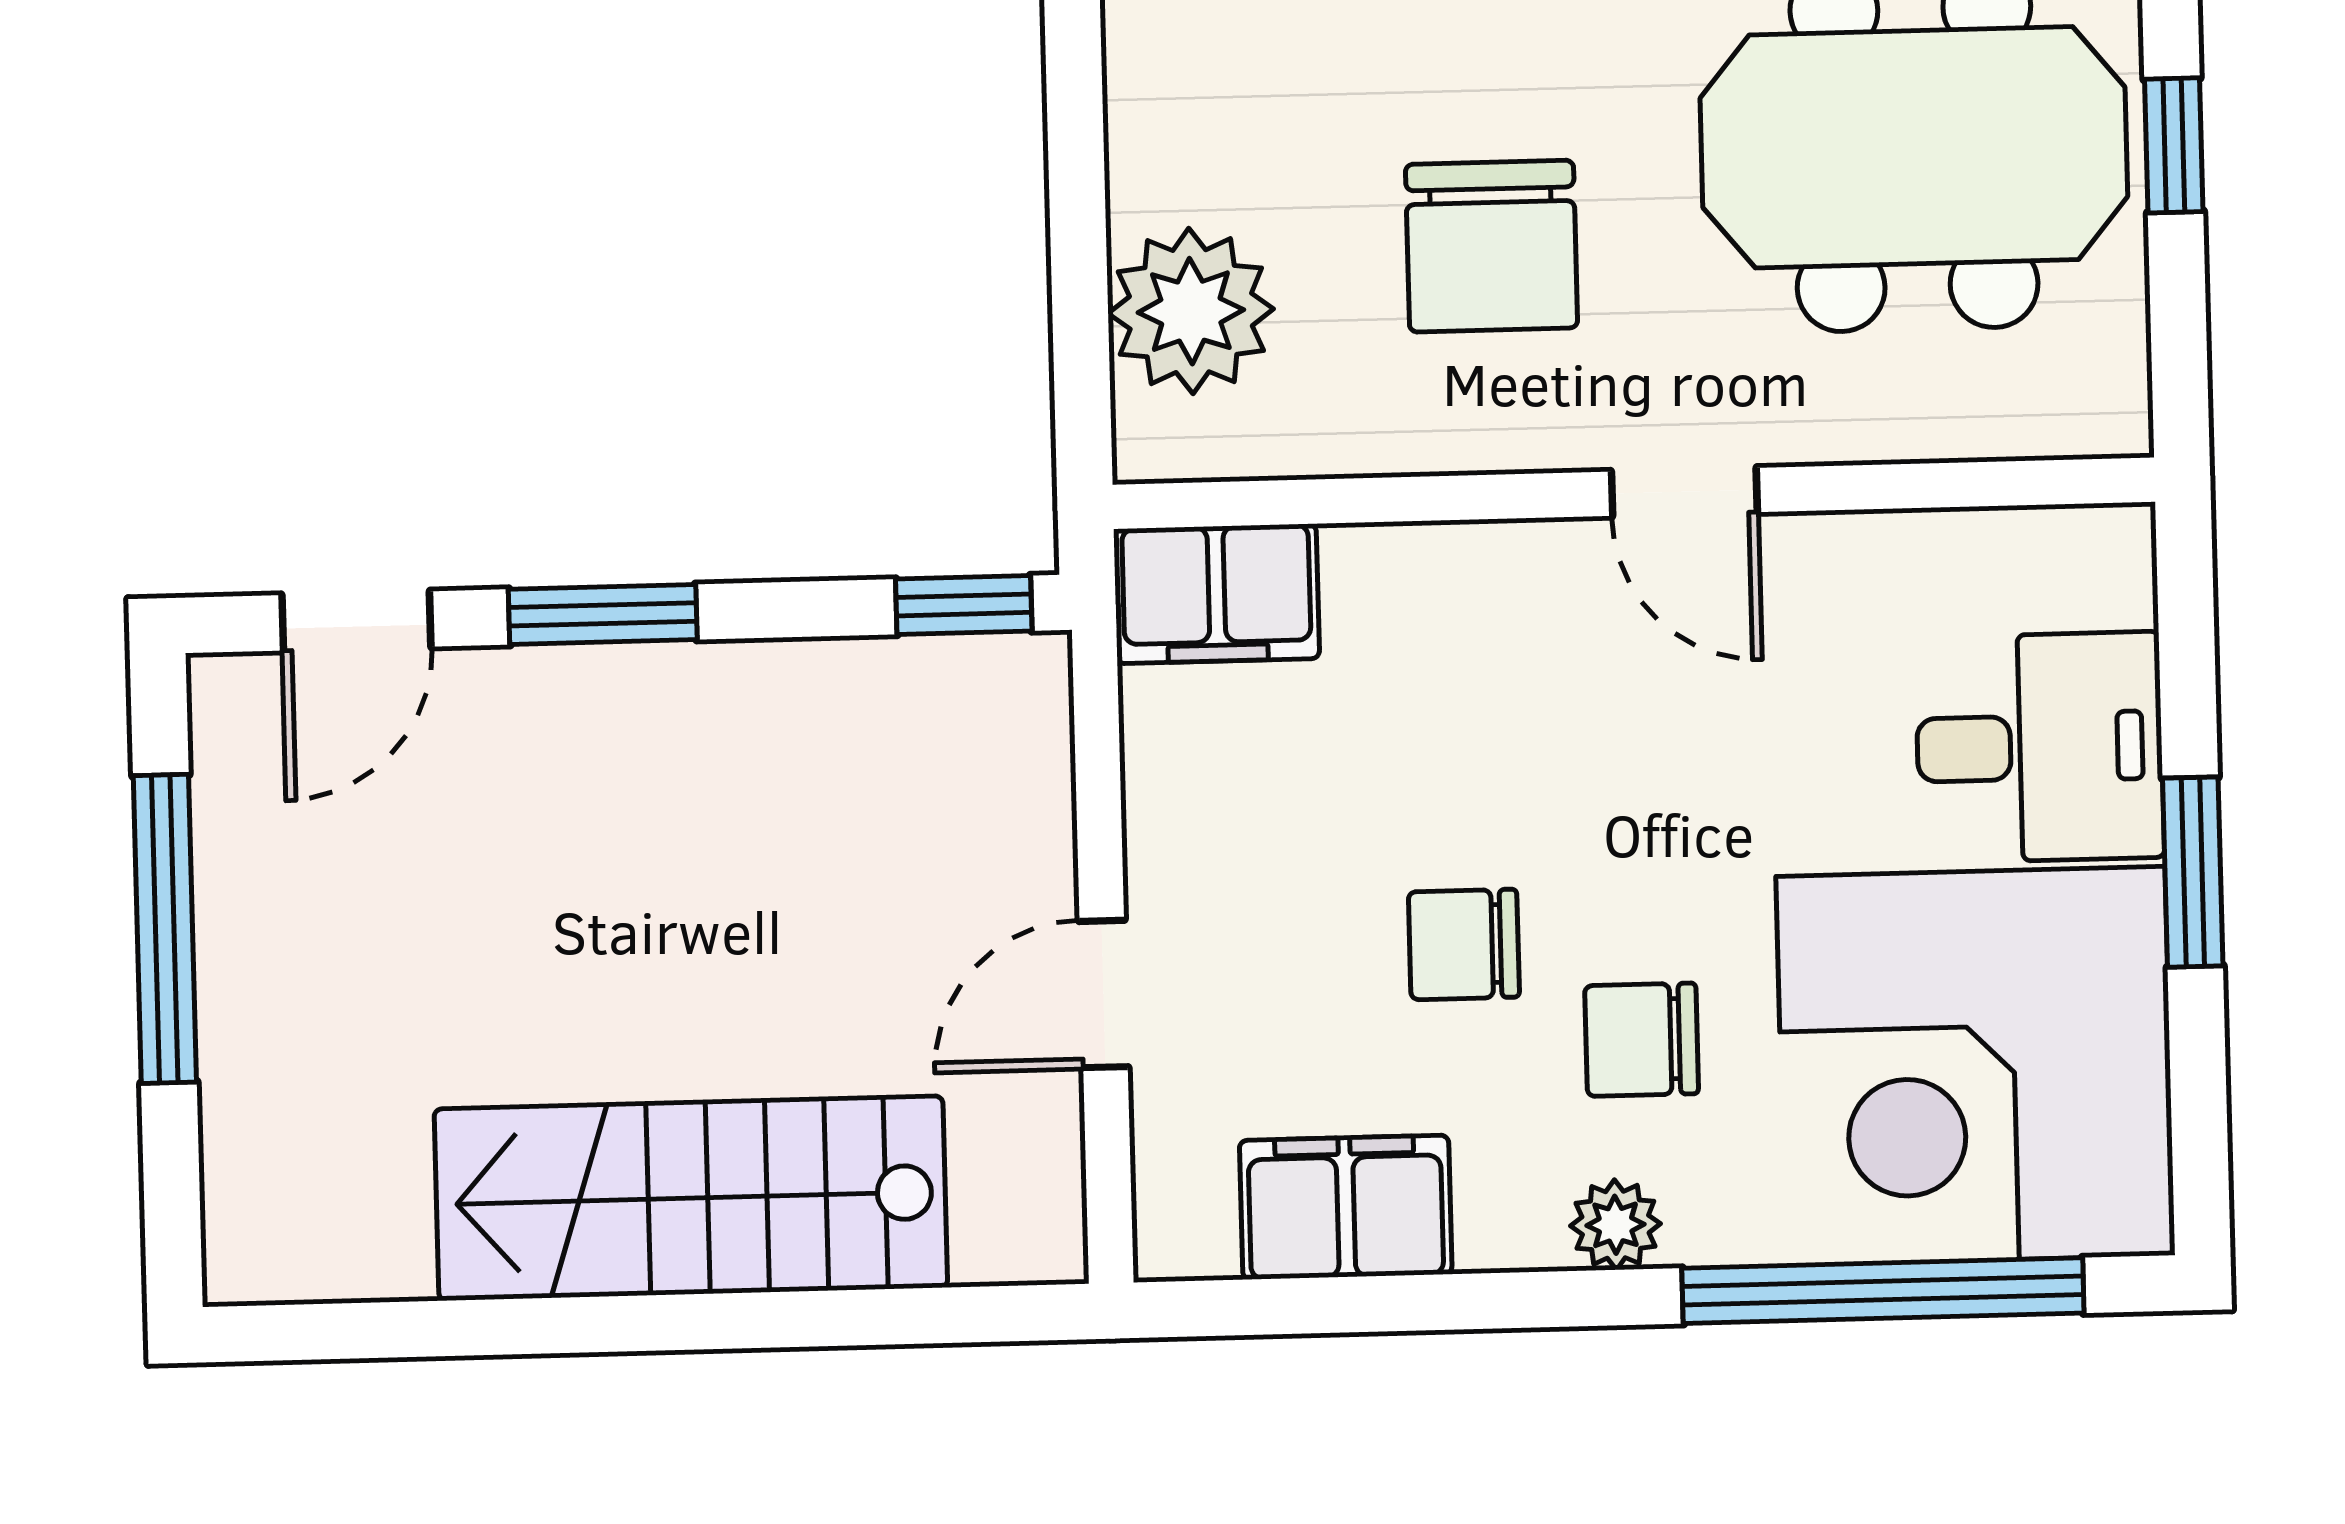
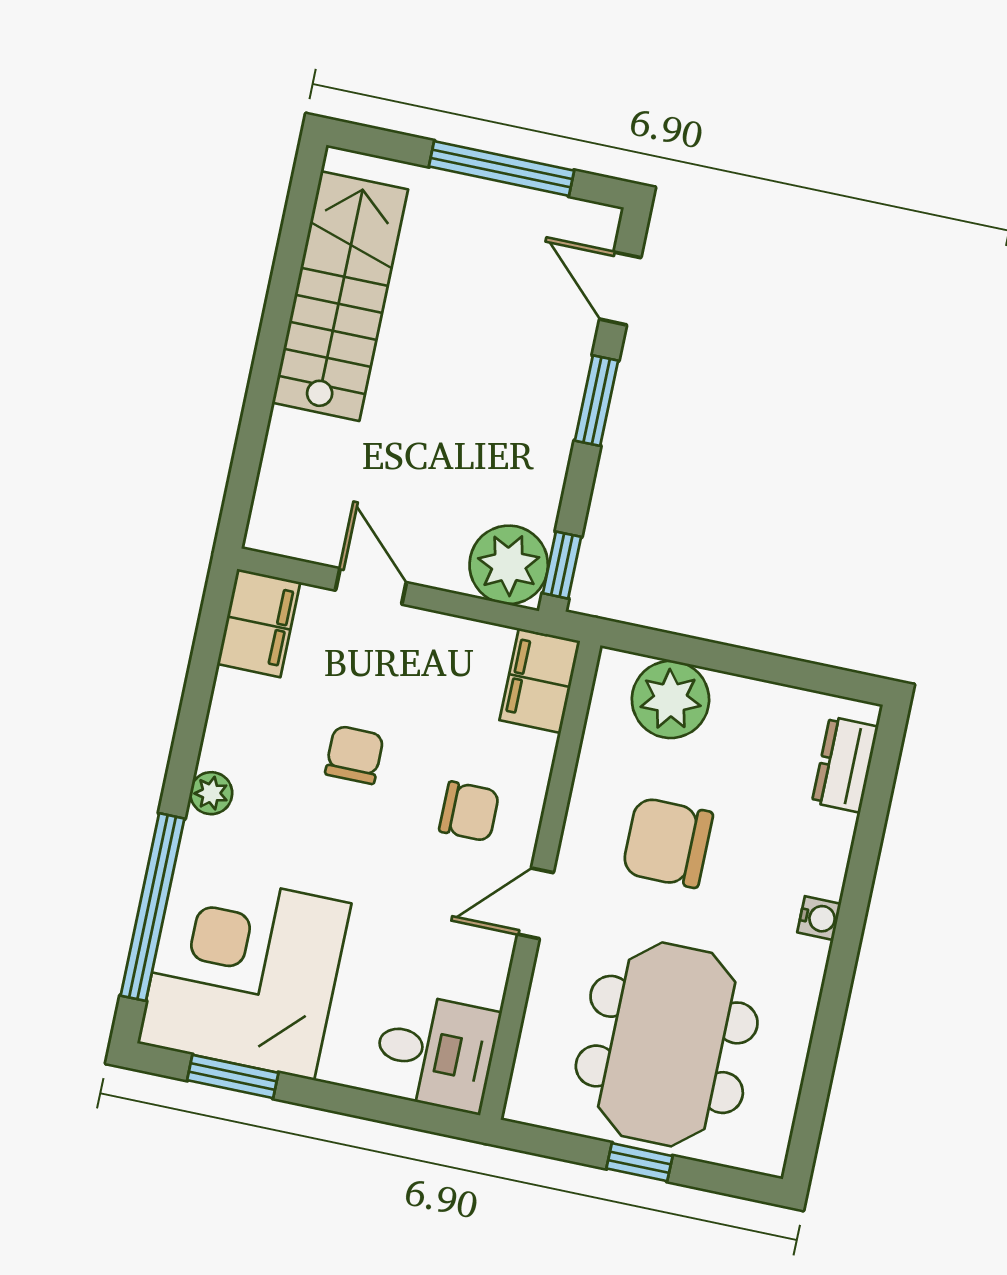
plant: (990, 716) -> (509, 565), added
desk: (2040, 747) -> (436, 1052), moved, turned -90
window: (2193, 872) -> (233, 1077), moved
chair: (1642, 1040) -> (469, 811), moved, turned 90
stairs: (691, 1198) -> (340, 296), moved
filing cabinet: (1346, 1207) -> (259, 623), moved

